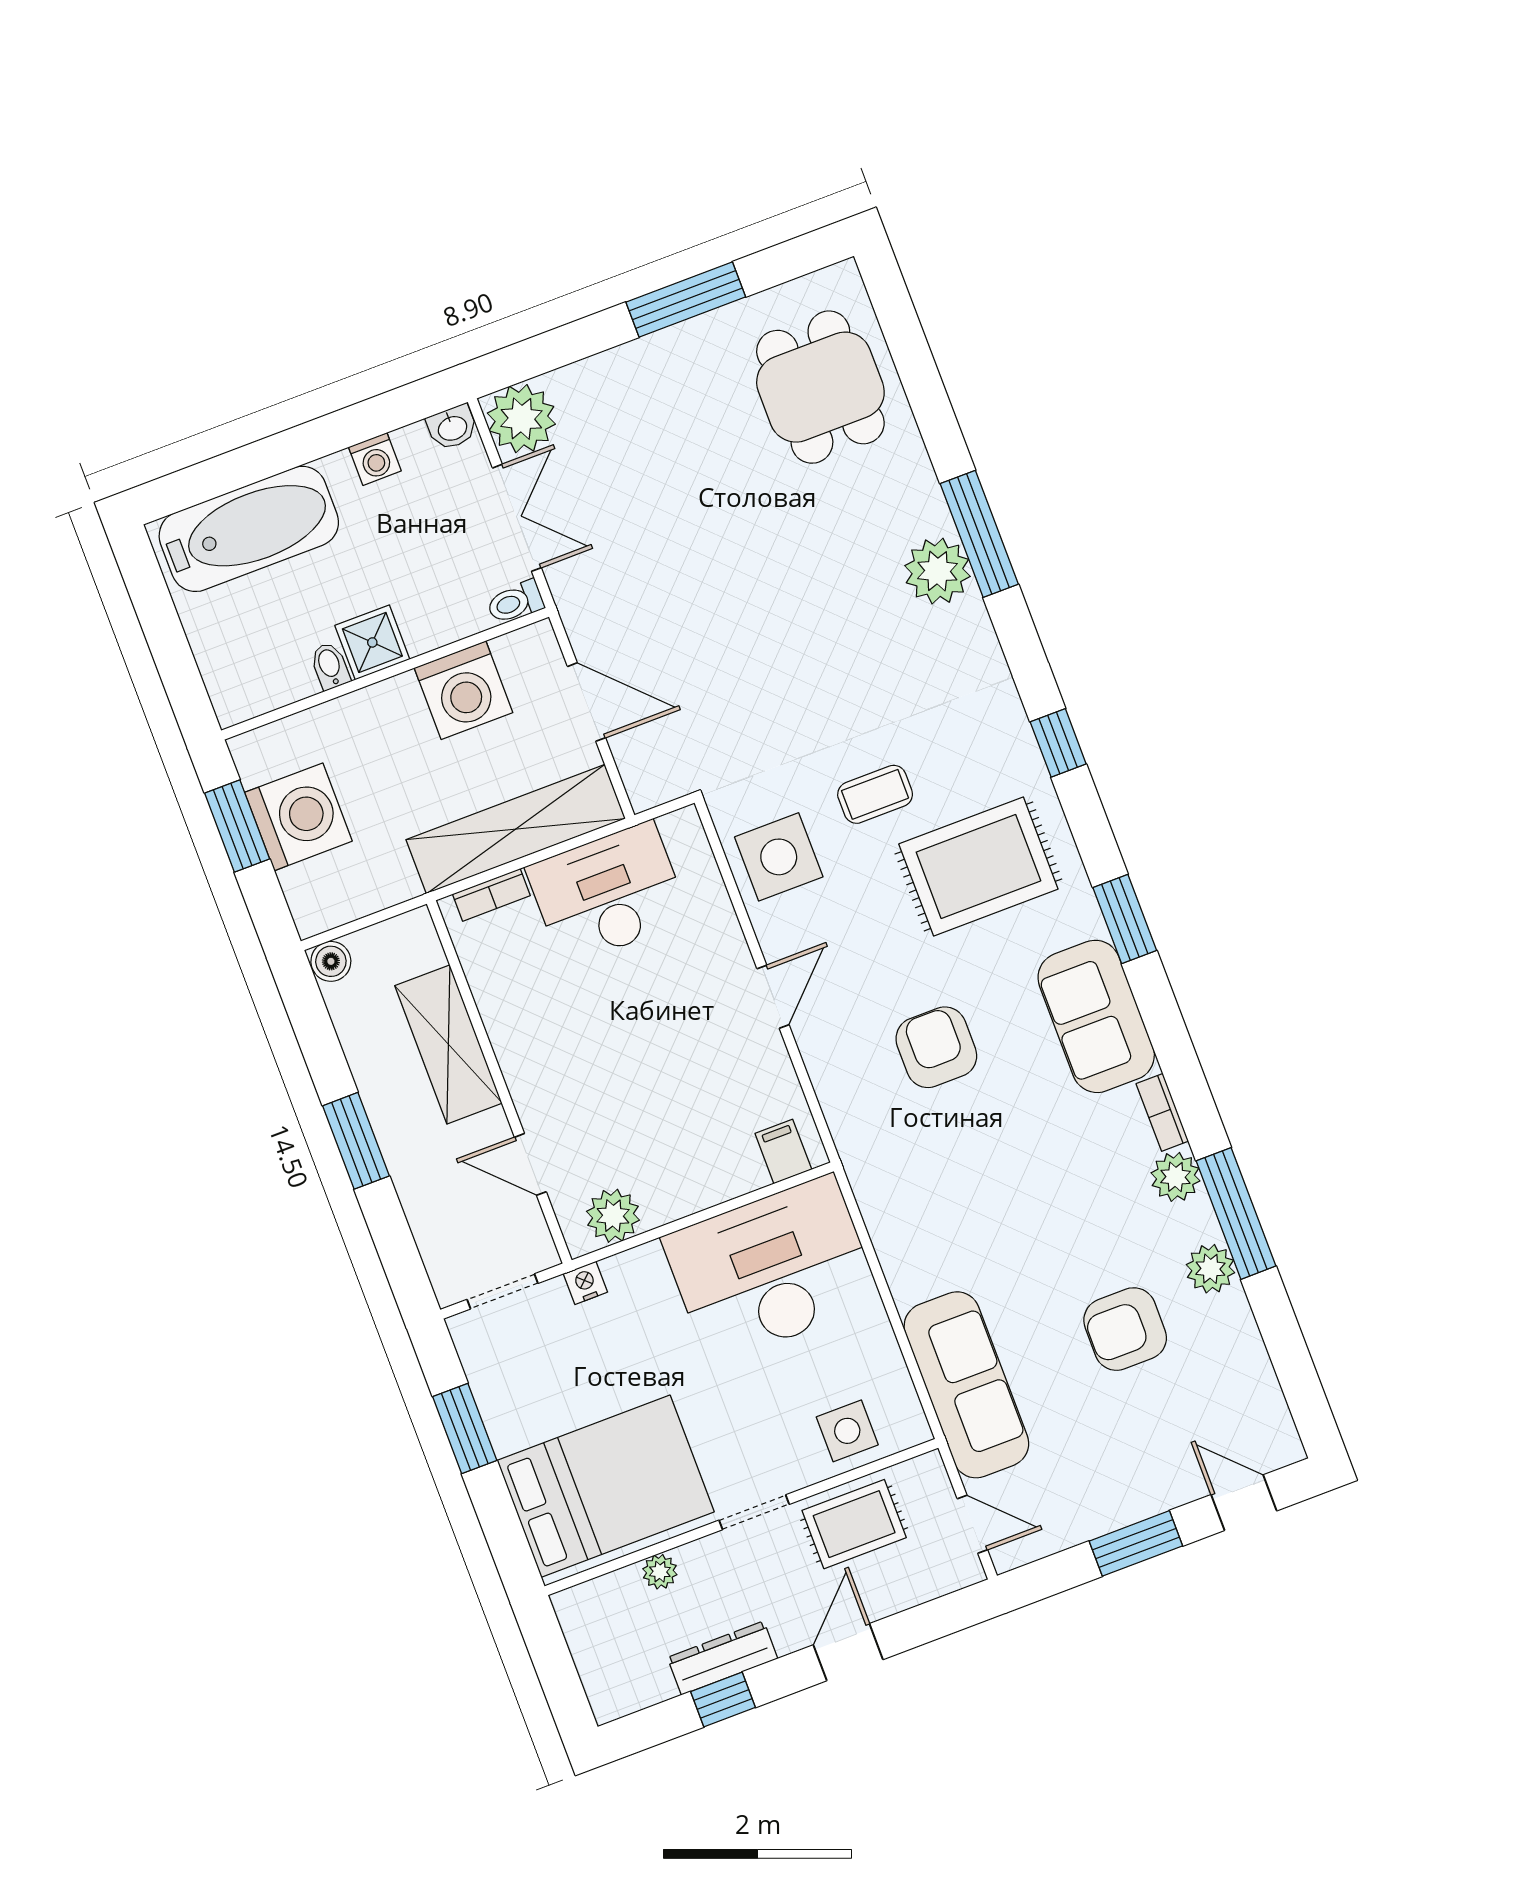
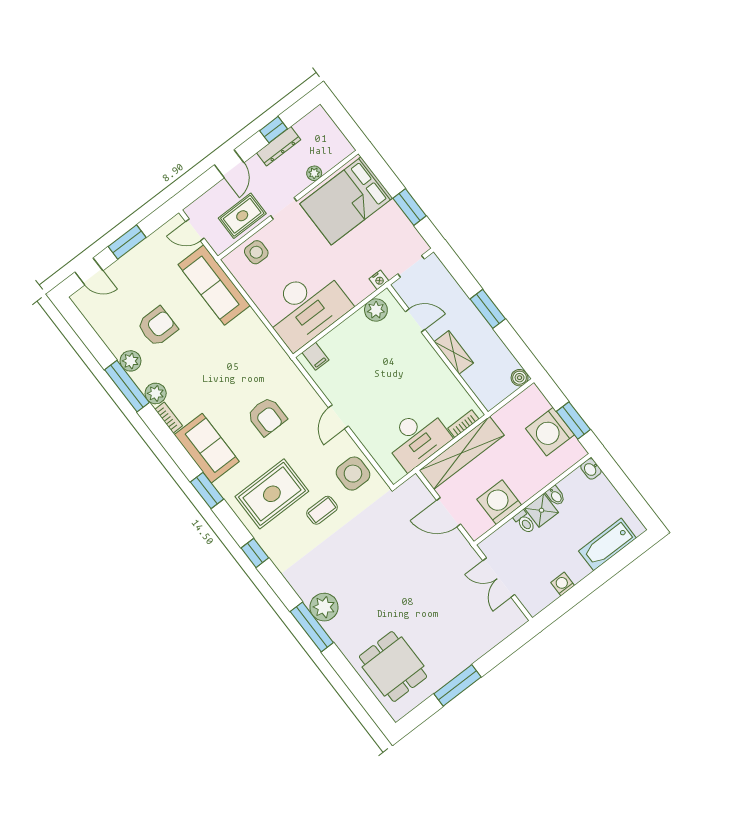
plant: (521, 419) -> (509, 618), removed
washbasin: (452, 427) -> (591, 469), moved, turned -90
bathtub: (249, 529) -> (607, 544), width x0.73, depth x0.73
toilet: (515, 602) -> (524, 522), moved, turned 90
shelving: (448, 1044) -> (454, 352), width x0.67, depth x0.75

